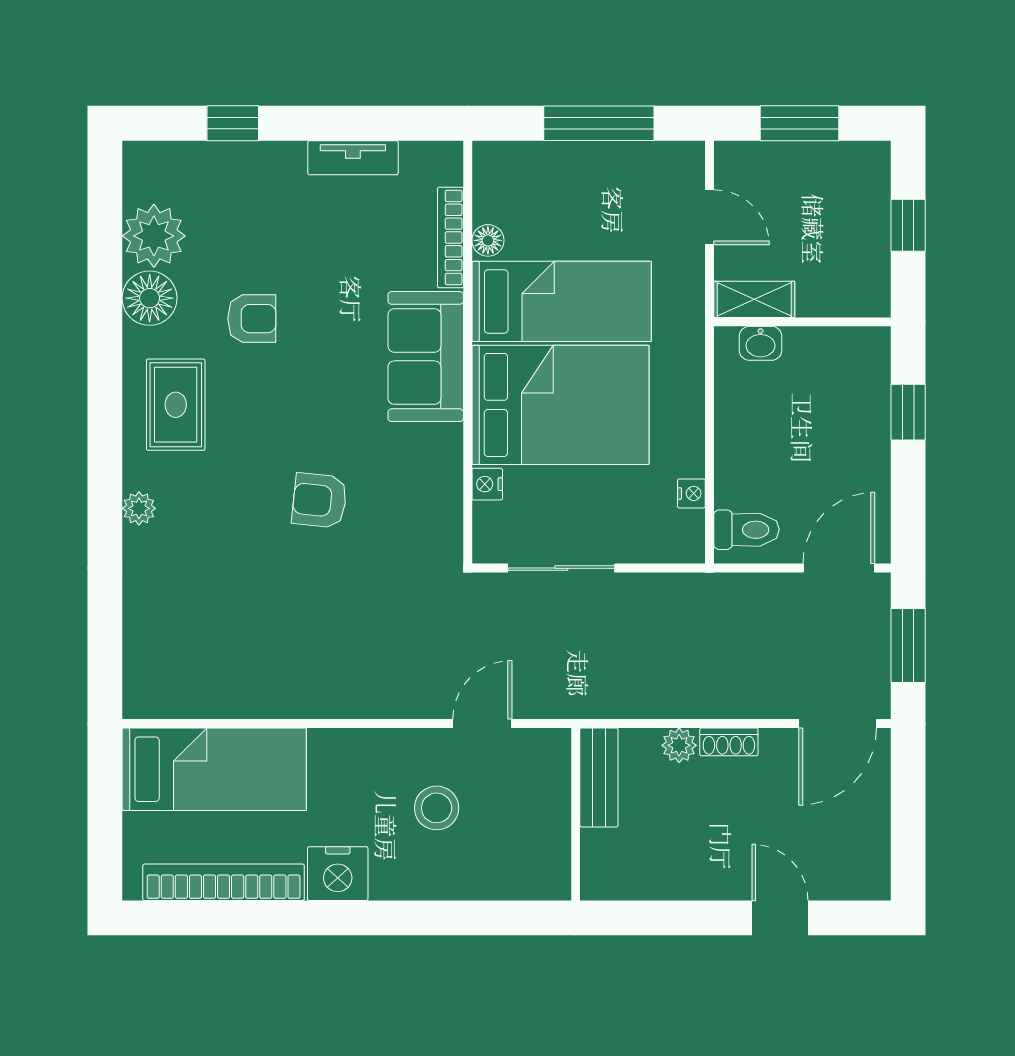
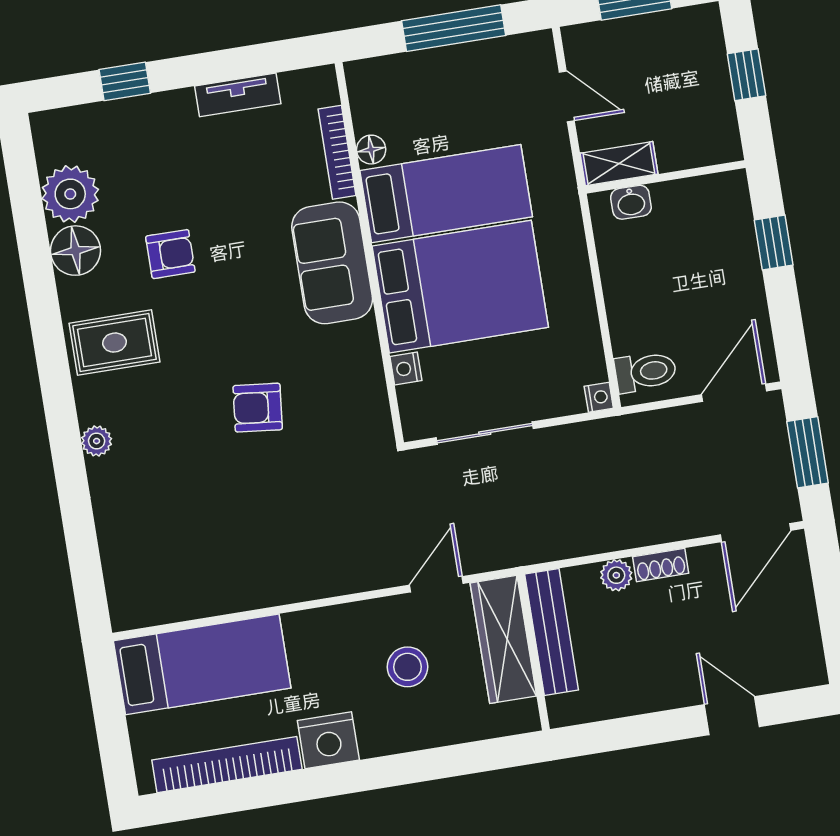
rug: (176, 405) -> (114, 343), turned 90
nightstand: (691, 493) -> (599, 397), moved
bench: (599, 777) -> (552, 632), width x1.36
wardrobe: (545, 795) -> (503, 639), added

